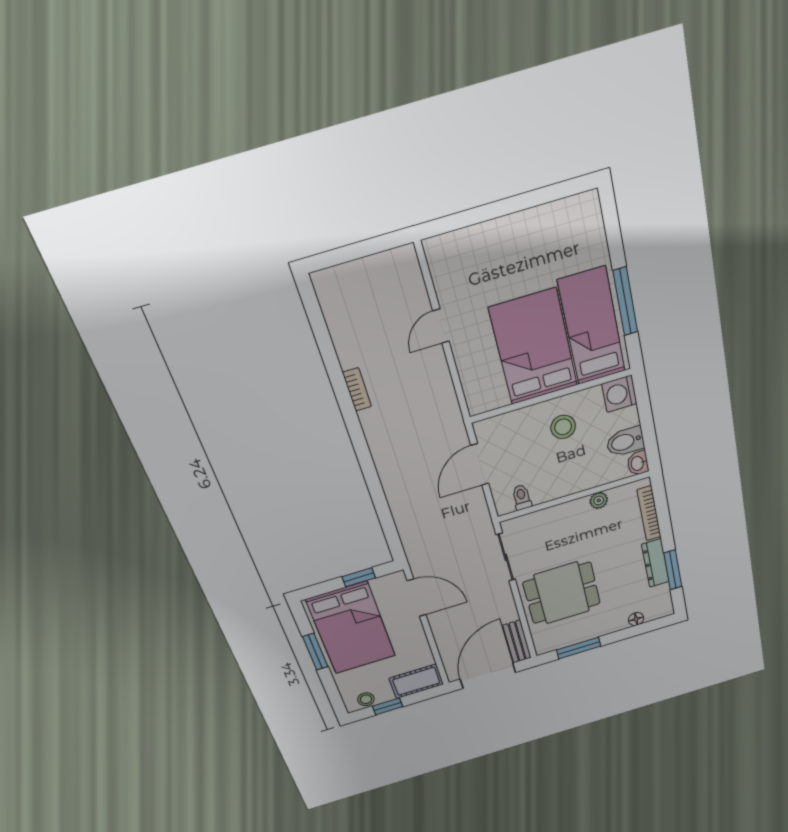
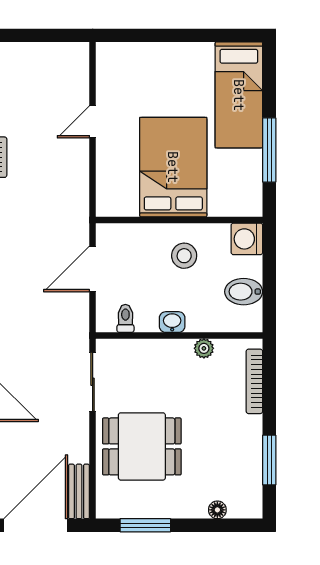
bed: (592, 326) -> (239, 95), moved, turned 180
washbasin: (638, 463) -> (172, 322), moved, turned 90
dresser: (655, 563) -> (251, 445), removed

